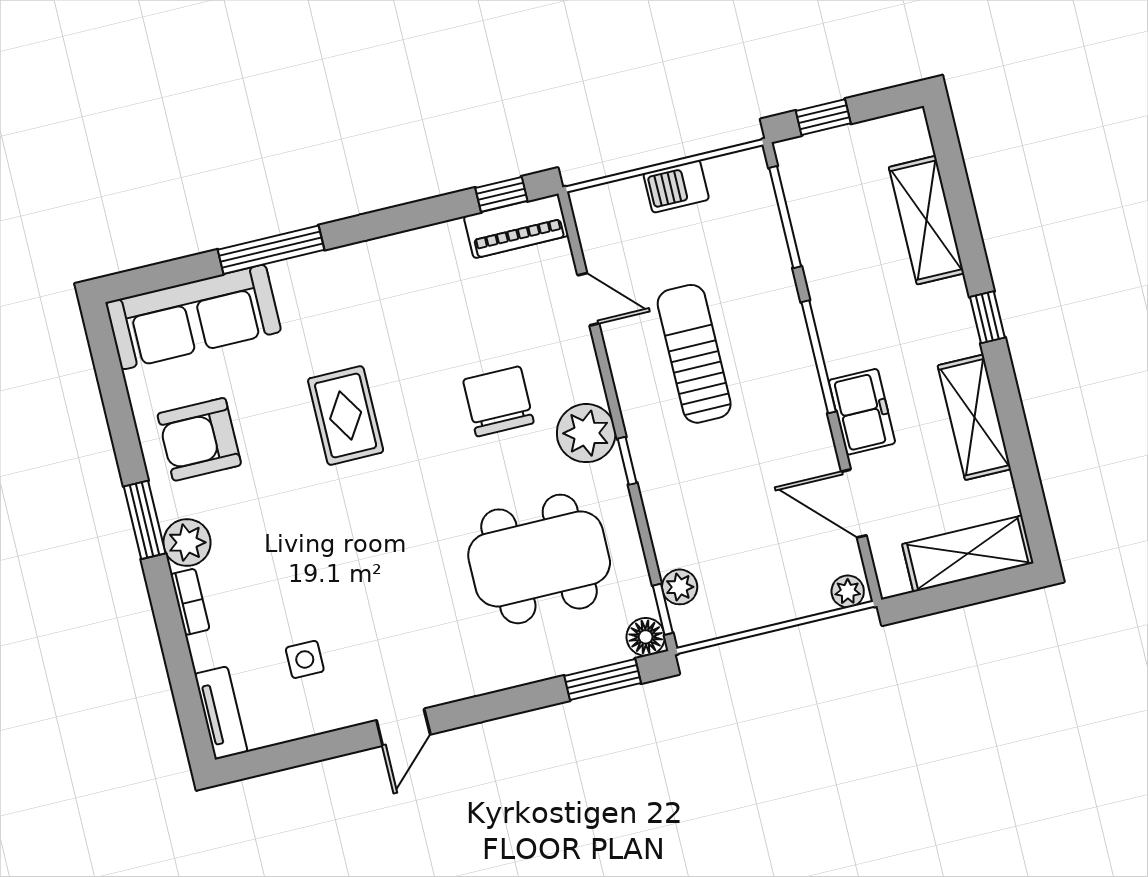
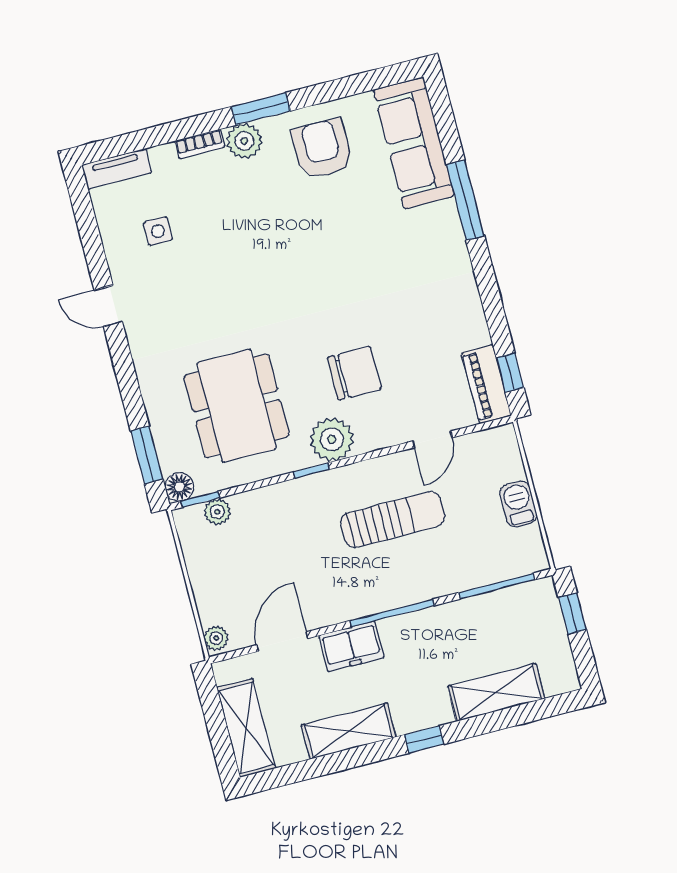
rug: (346, 416) -> (342, 258), removed

